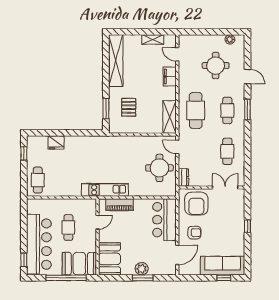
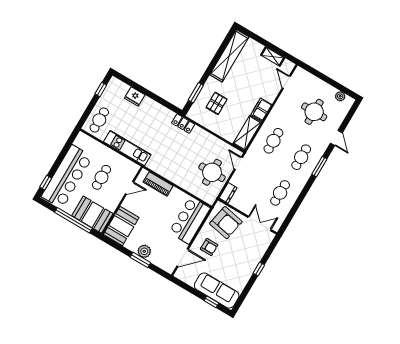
filing cabinet: (170, 77) -> (261, 109), moved
cafe table: (196, 110) -> (273, 141), width x0.73, depth x0.74
locker: (111, 141) -> (183, 124), added
kitchen unit: (105, 190) -> (127, 148), moved
armchair: (196, 204) -> (226, 223), turned -79

